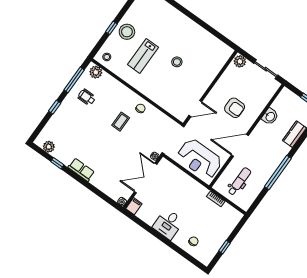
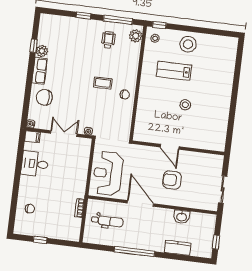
window: (111, 28) -> (159, 25), moved
plant: (240, 61) -> (217, 162), removed
armchair: (235, 108) -> (172, 180), turned 90
door: (195, 109) -> (170, 147), moved
plant: (49, 147) -> (42, 51), moved
chair: (106, 178) -> (44, 97), added
double door: (146, 178) -> (64, 134), width x0.73
desk: (168, 224) -> (35, 164), moved

